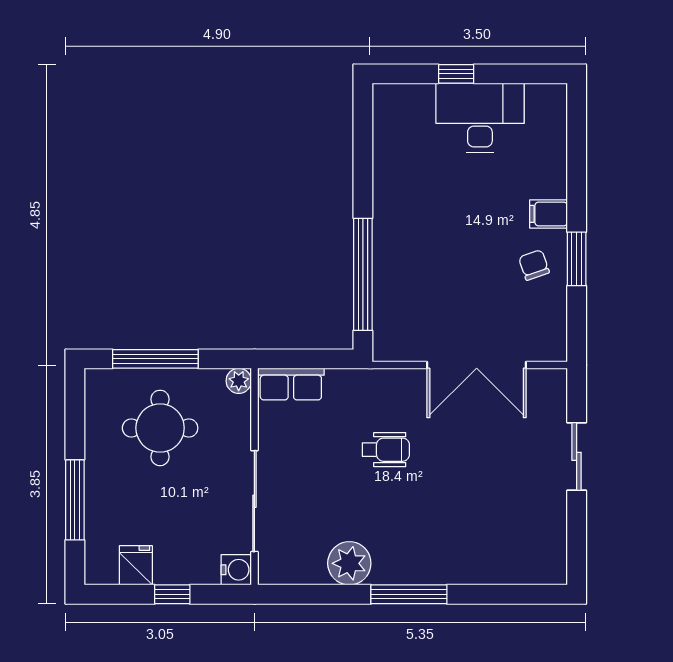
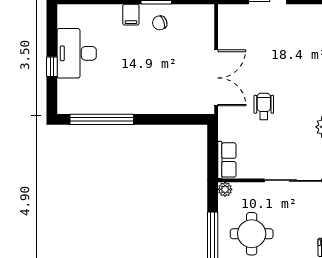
window: (363, 274) -> (102, 119), moved
double door: (477, 365) -> (216, 78), moved

